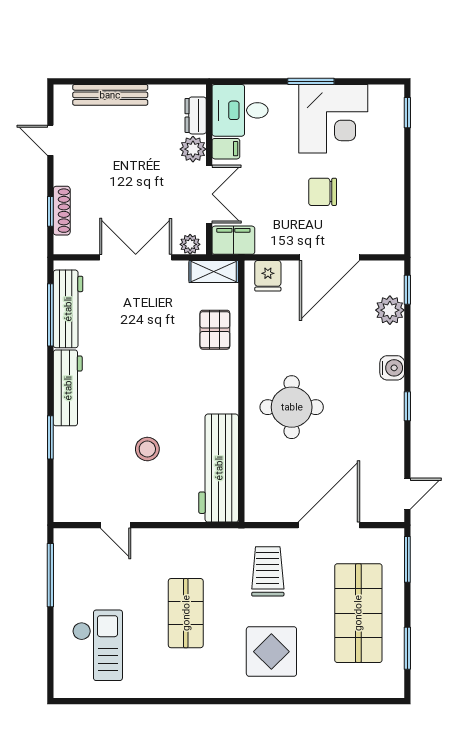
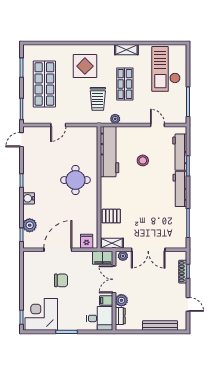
corner desk: (333, 119) -> (41, 314), moved
workbench: (68, 309) -> (180, 152), moved
pallet: (215, 330) -> (111, 216), turned 90
door: (329, 525) -> (58, 125), width x0.53
plant: (207, 538) -> (115, 119), added
trolley: (268, 571) -> (98, 99), moved
checkout: (98, 645) -> (166, 69), width x1.36, depth x1.21
shelving: (182, 687) -> (126, 50), added

